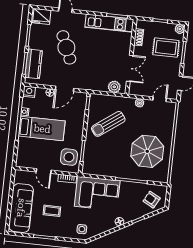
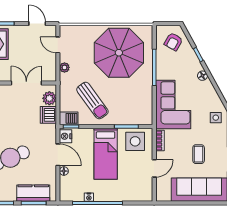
dishwasher: (100, 84) -> (48, 115), added
nightstand: (29, 92) -> (66, 136), moved
barbecue: (95, 102) -> (69, 118), added
bed: (42, 129) -> (106, 154), moved, turned 180
parasol: (147, 151) -> (119, 53), width x1.36, depth x1.36

